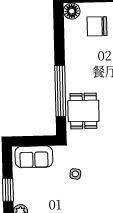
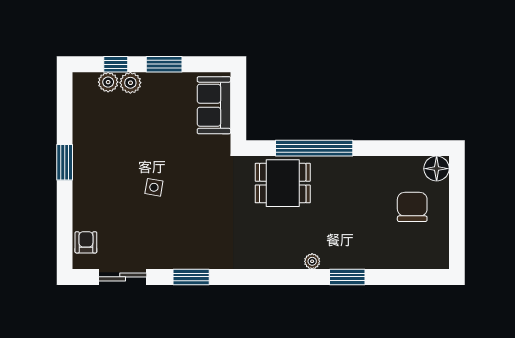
side table: (75, 174) -> (154, 187), moved

